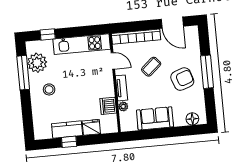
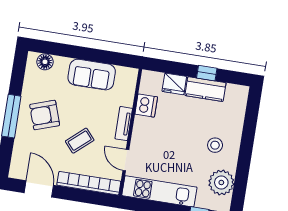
window: (23, 73) -> (242, 175), removed
plant: (123, 106) -> (128, 100), removed

